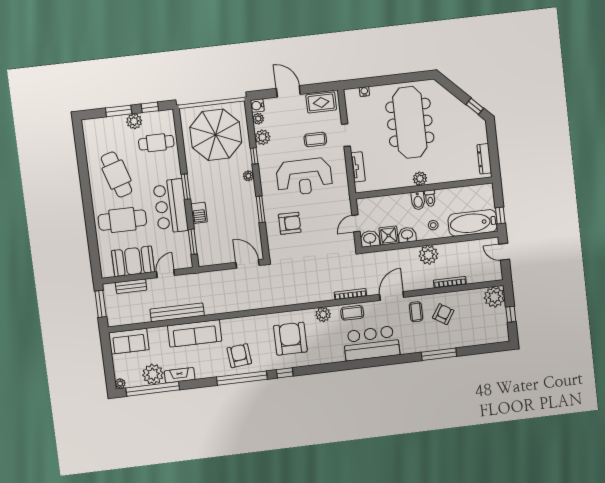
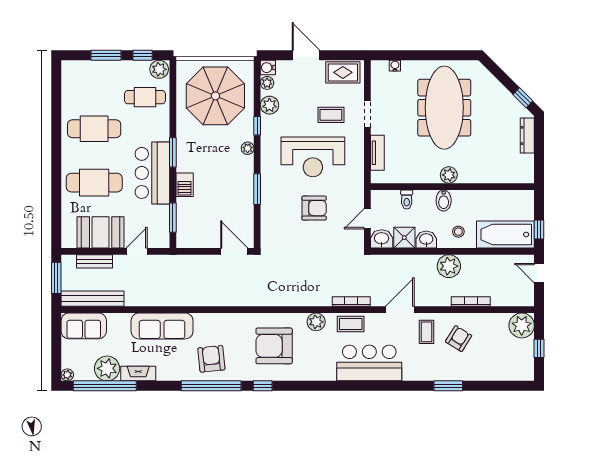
plant: (134, 121) -> (159, 69), moved
dresser: (484, 159) -> (527, 135), moved
cafe table: (117, 175) -> (94, 129), turned -73
toilet: (430, 198) -> (407, 199), moved
armchair: (290, 223) -> (314, 208), moved
bench: (177, 312) -> (93, 299), moved
armchair: (290, 339) -> (274, 346), turned -90
window: (439, 354) -> (448, 386), width x0.69

